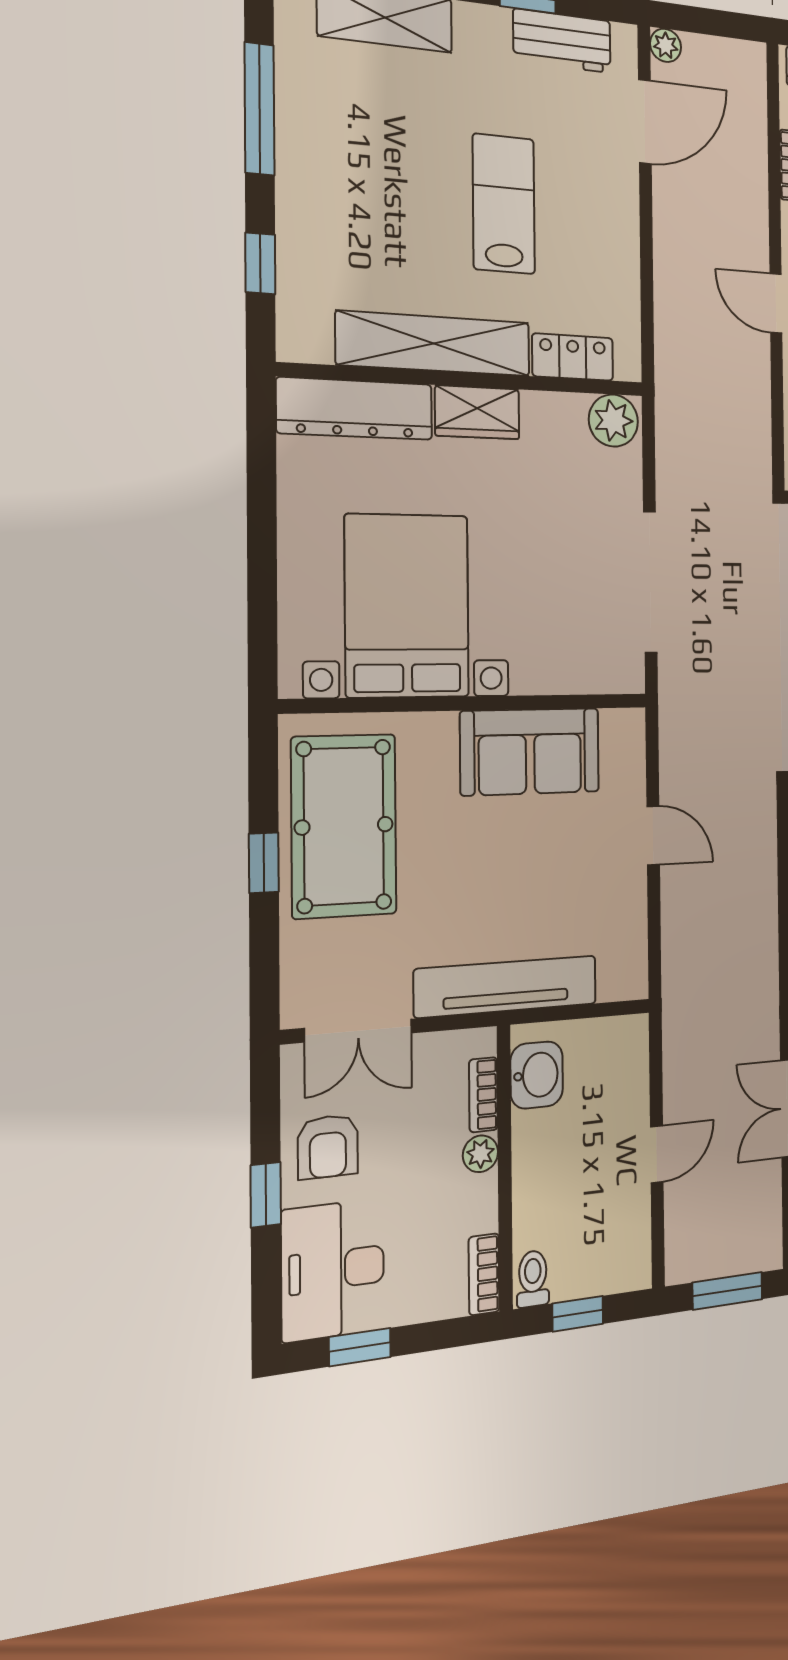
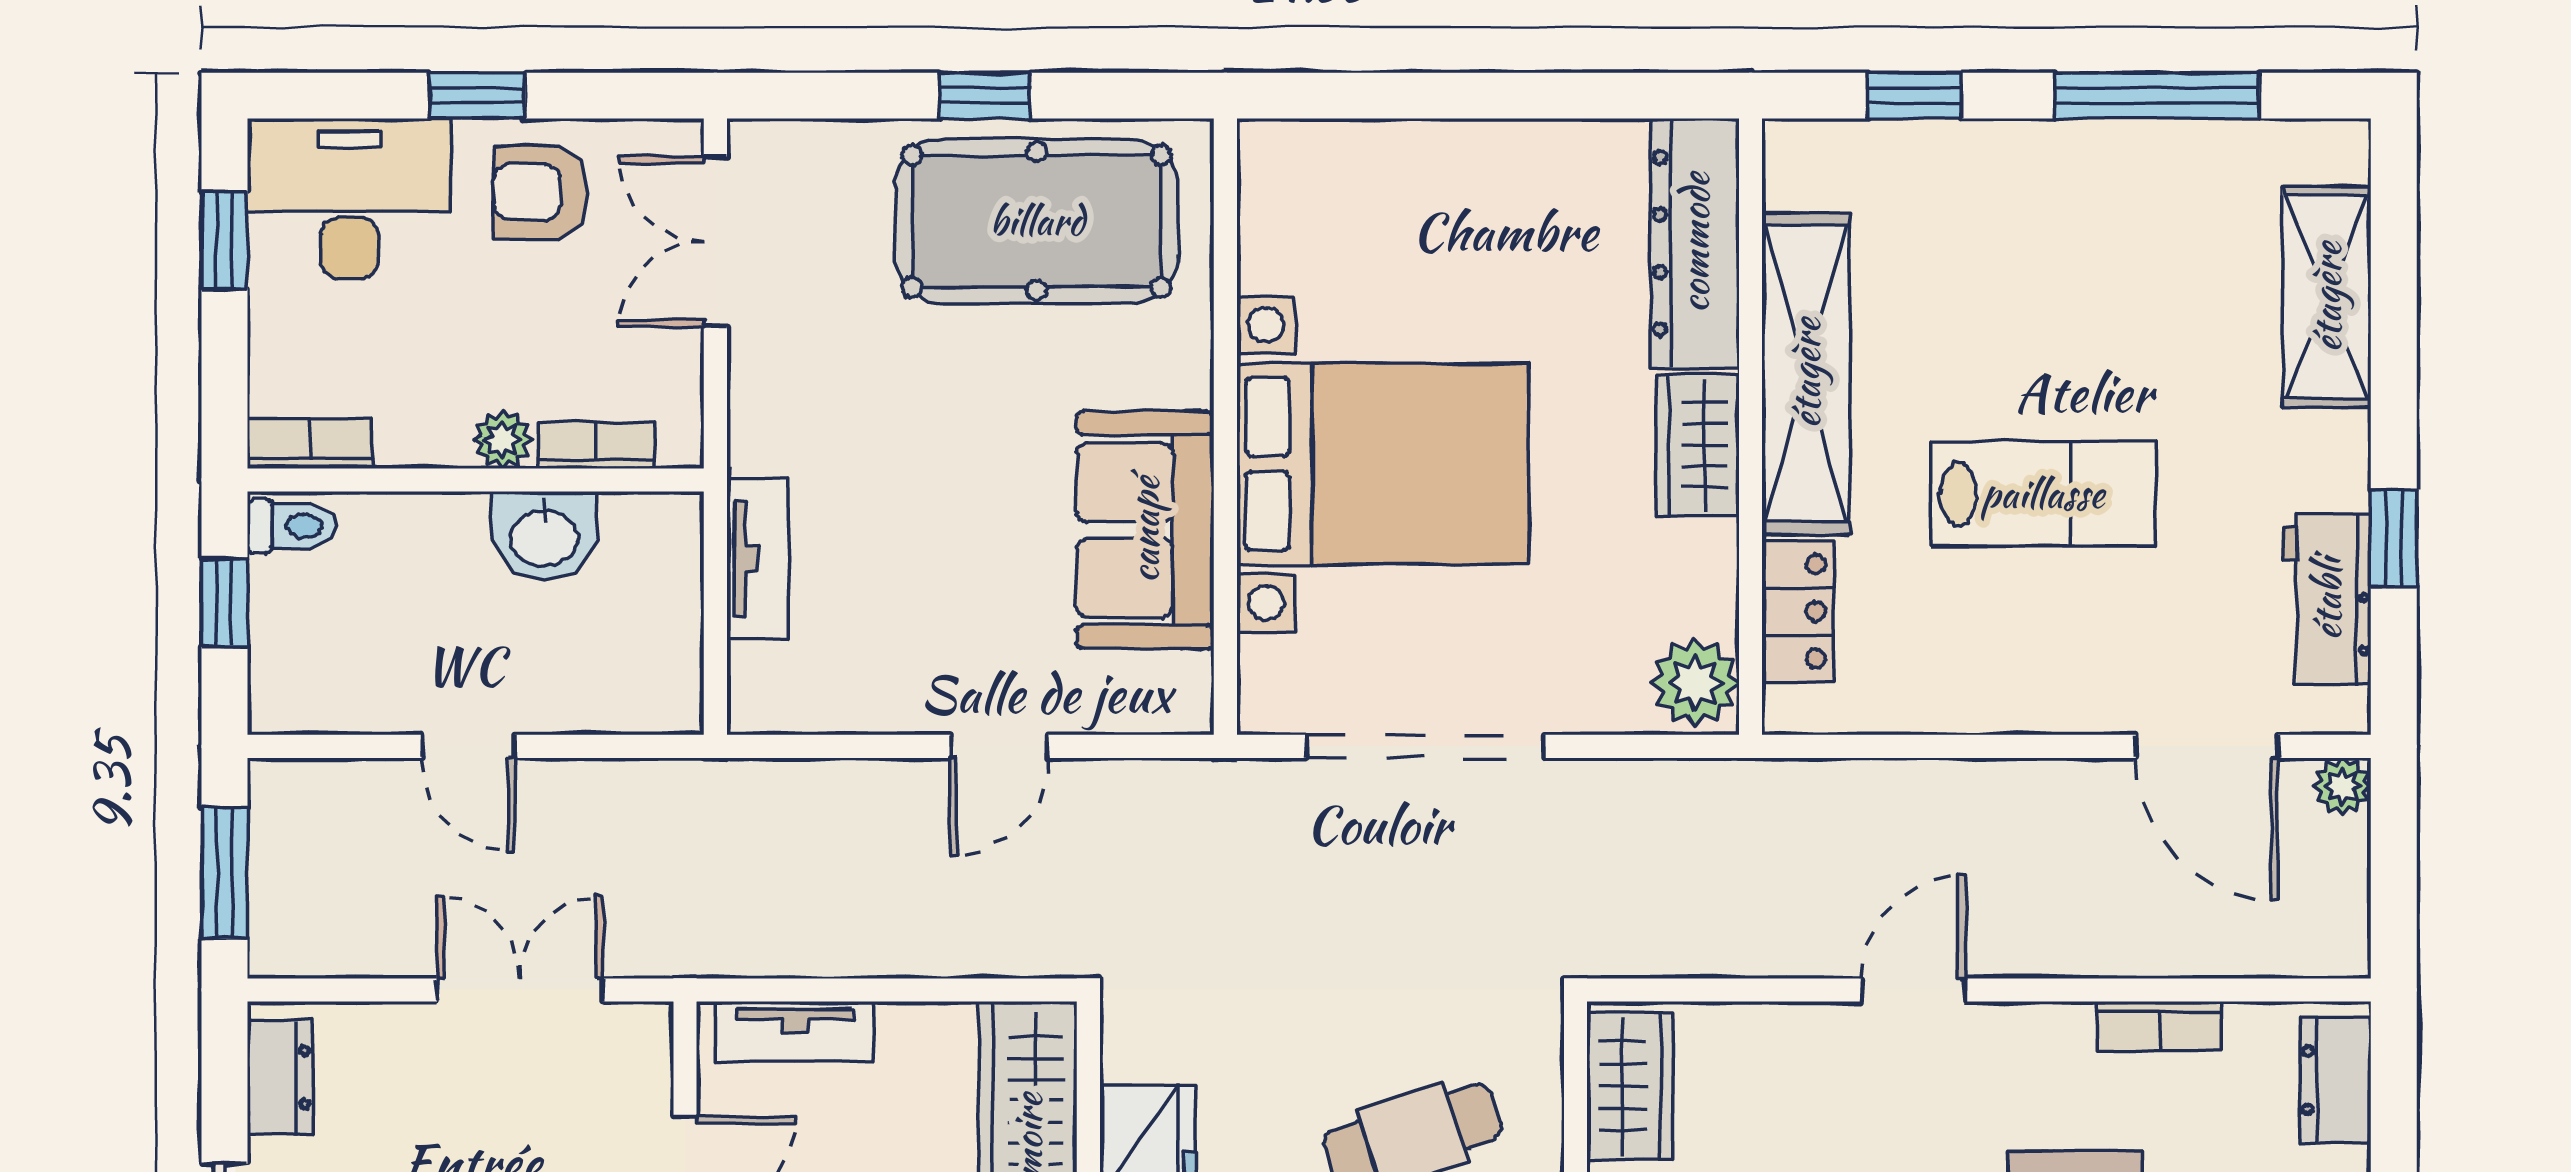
bed with nightstands: (407, 606) -> (1382, 464), moved
tv unit: (506, 986) -> (757, 559), width x0.52, depth x0.78
washbasin: (537, 1075) -> (544, 536), moved

